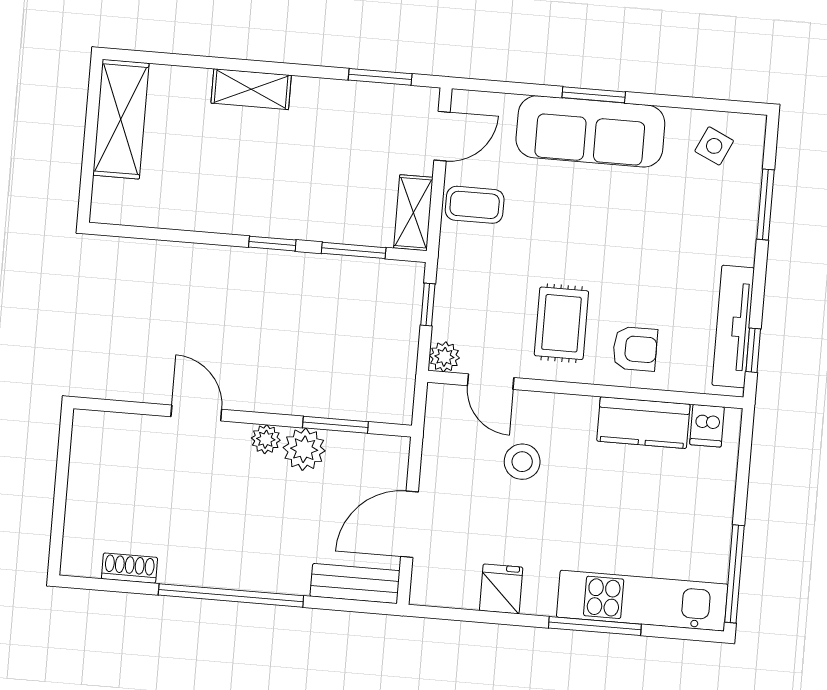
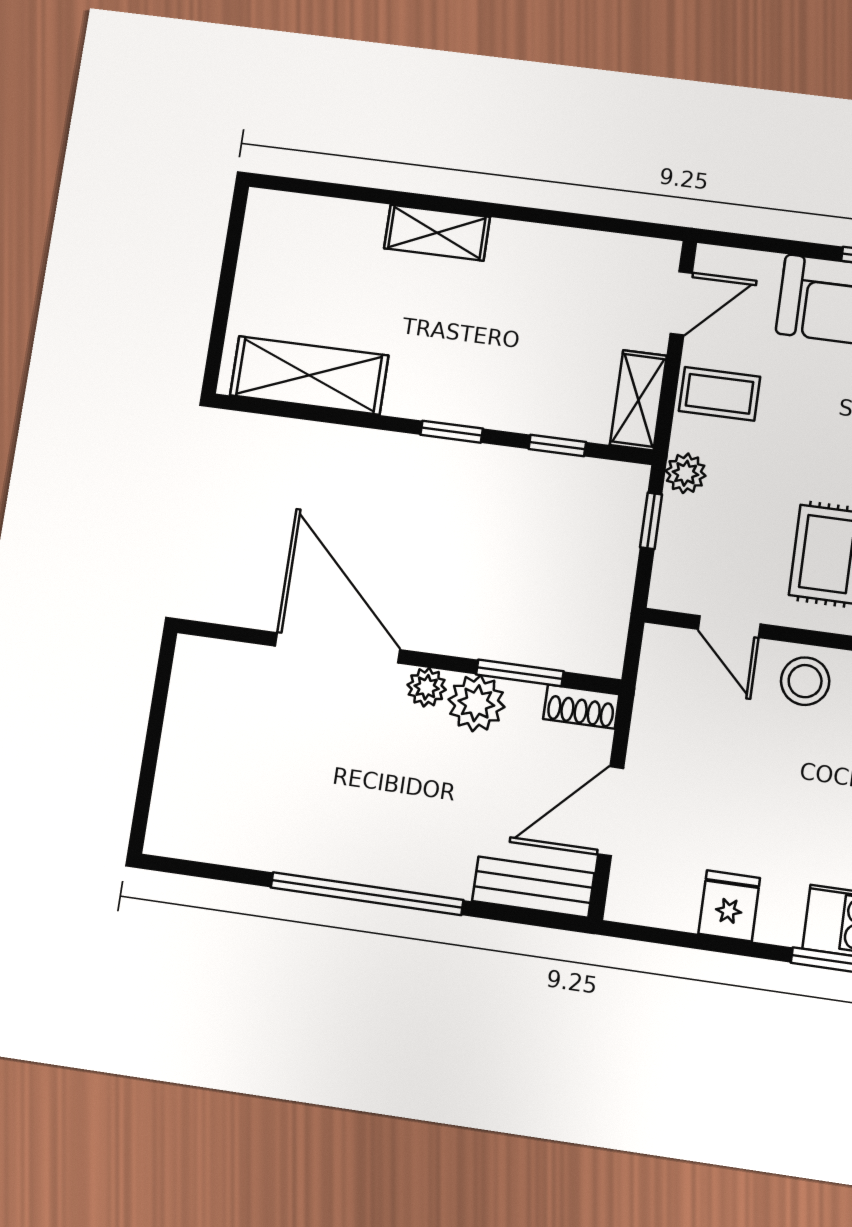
window: (380, 77) -> (605, 224), removed
shelving: (121, 119) -> (309, 375), moved, turned 90
window: (354, 250) -> (557, 446), width x0.67
plant: (444, 357) -> (686, 473), moved
door: (196, 413) -> (338, 648), width x1.88
stool: (522, 462) -> (805, 681), moved
shoe rack: (129, 568) -> (581, 707), moved, turned 180

